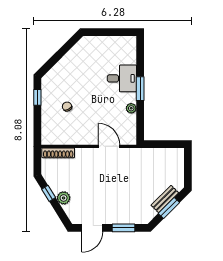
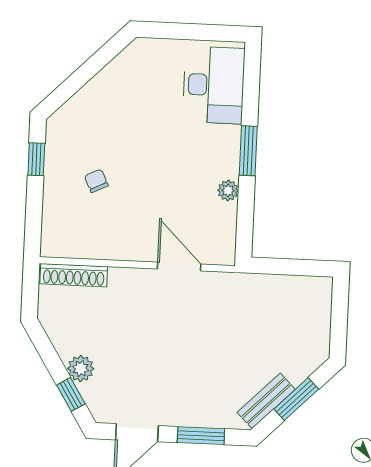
desk: (122, 78) -> (214, 85), moved, width x1.37
window: (49, 193) -> (71, 394), moved
bench: (165, 199) -> (266, 401), moved

